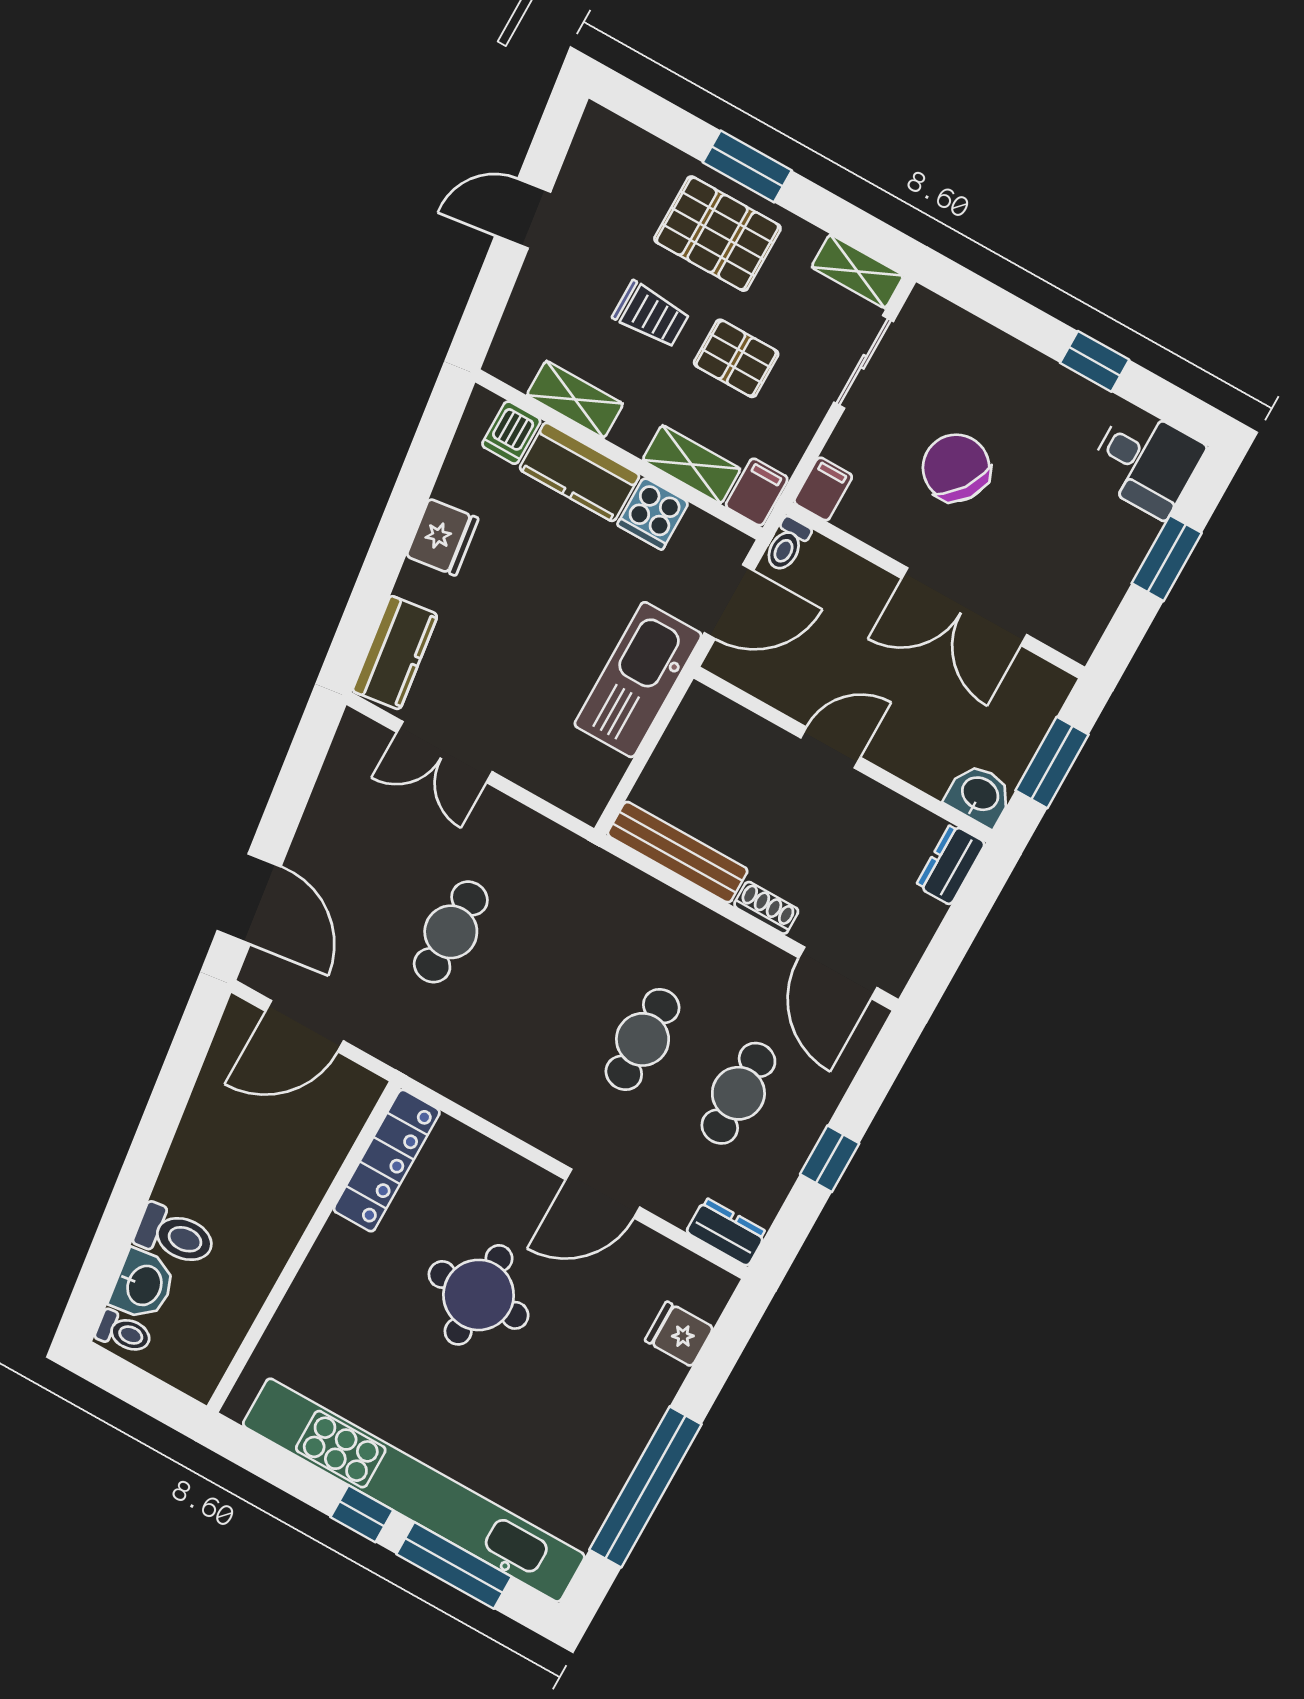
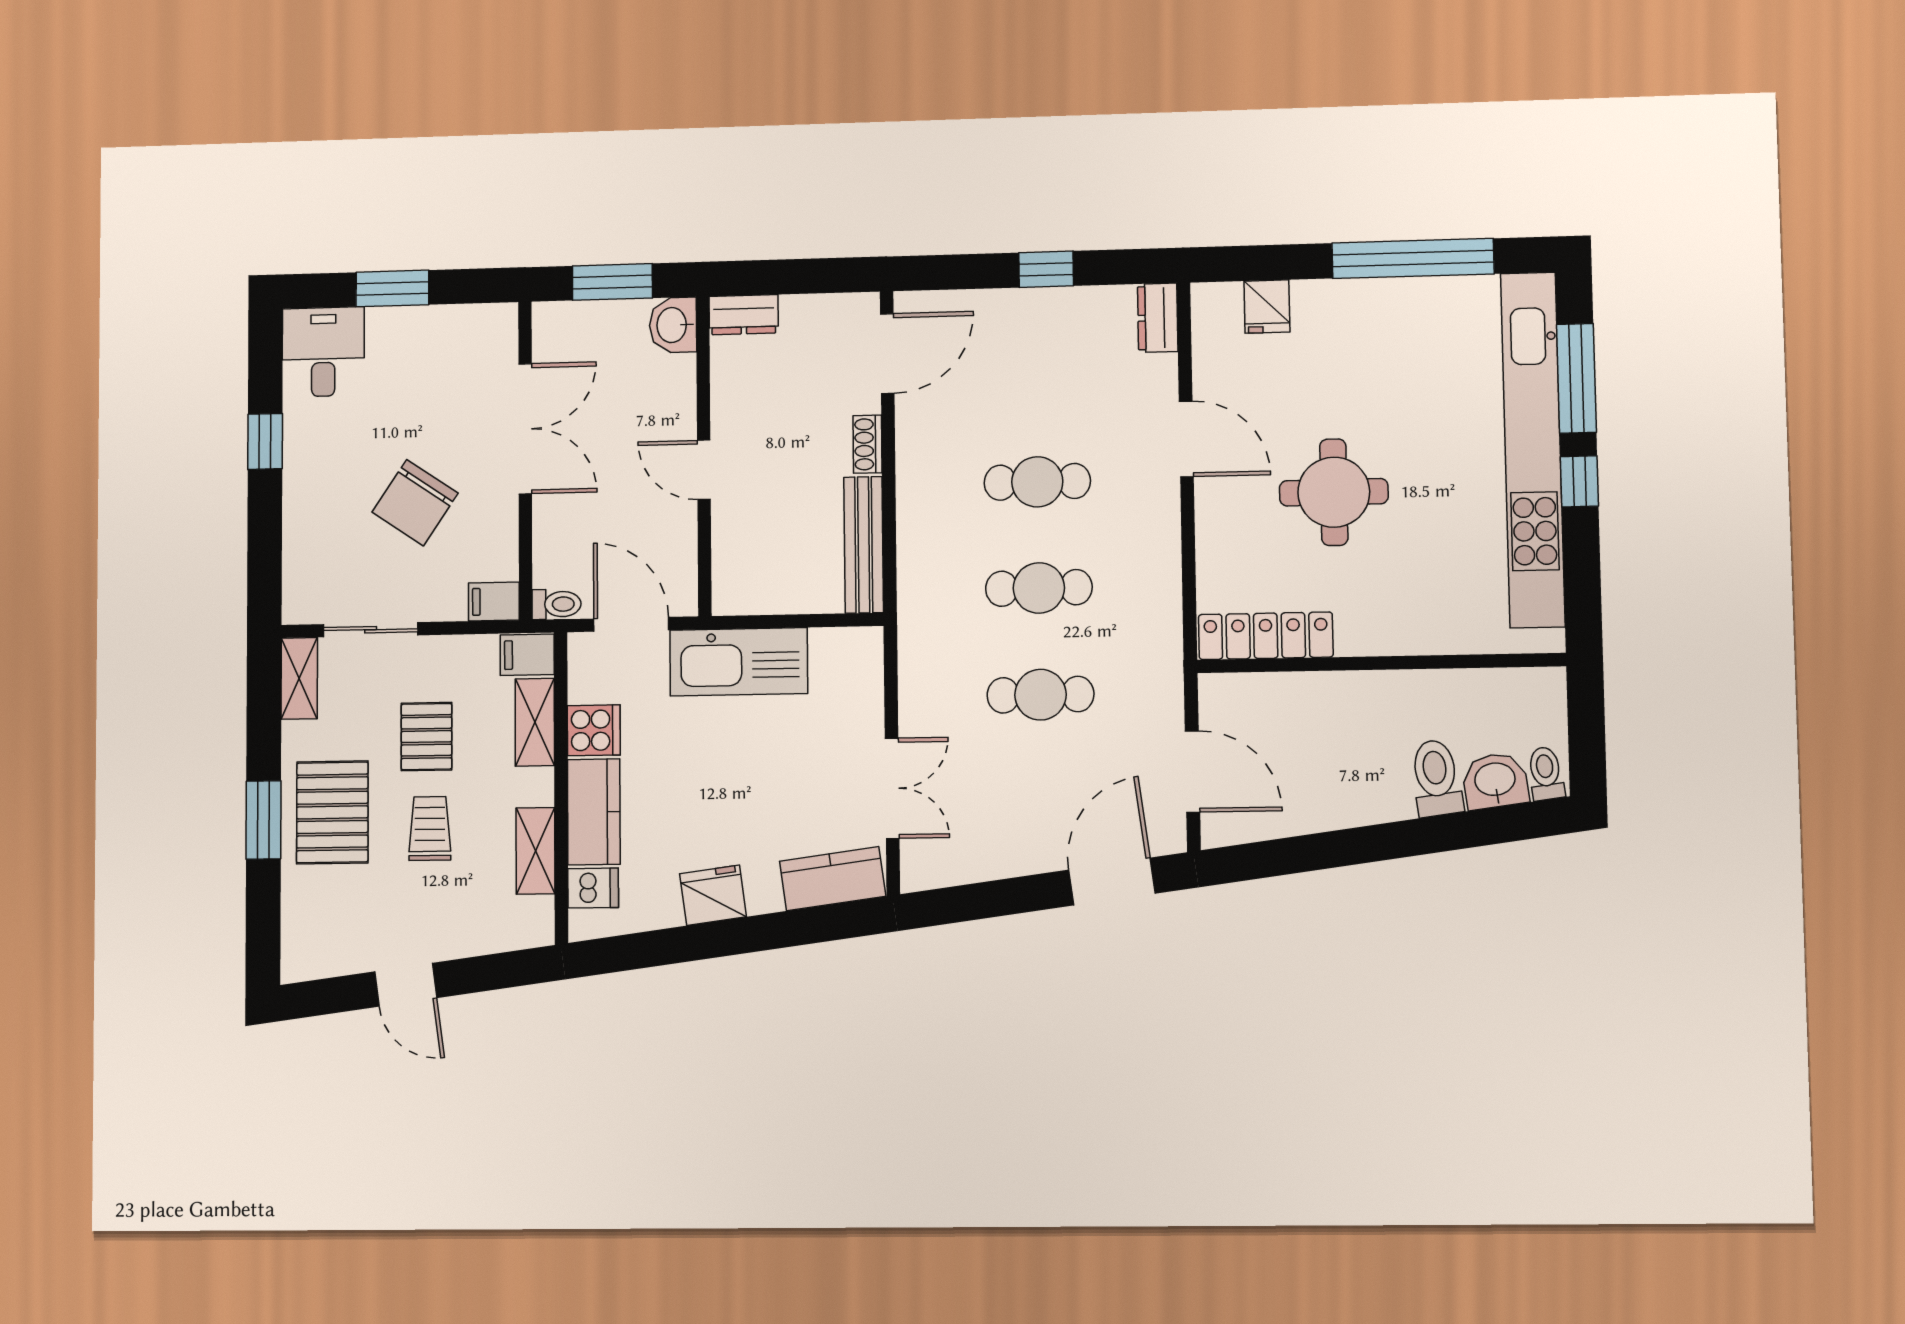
cafe table: (738, 1093) -> (1039, 588), moved

